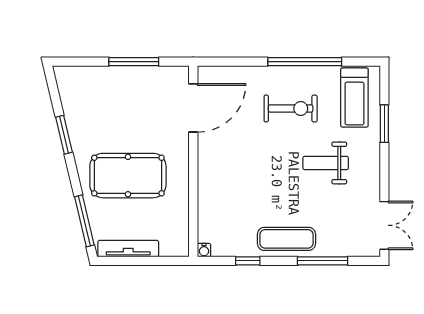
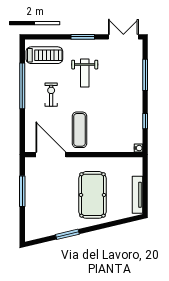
exercise bike: (291, 109) -> (51, 95), width x0.73, depth x0.72
window: (384, 124) -> (83, 37), moved
window: (84, 221) -> (120, 222), removed
exercise mat: (286, 239) -> (79, 130), moved

